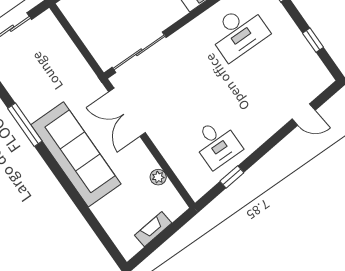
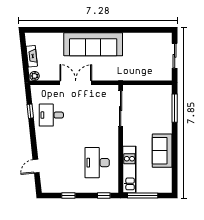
double door: (127, 112) -> (76, 83), moved
window: (25, 125) -> (124, 30), removed
plant: (158, 177) -> (35, 76), moved

